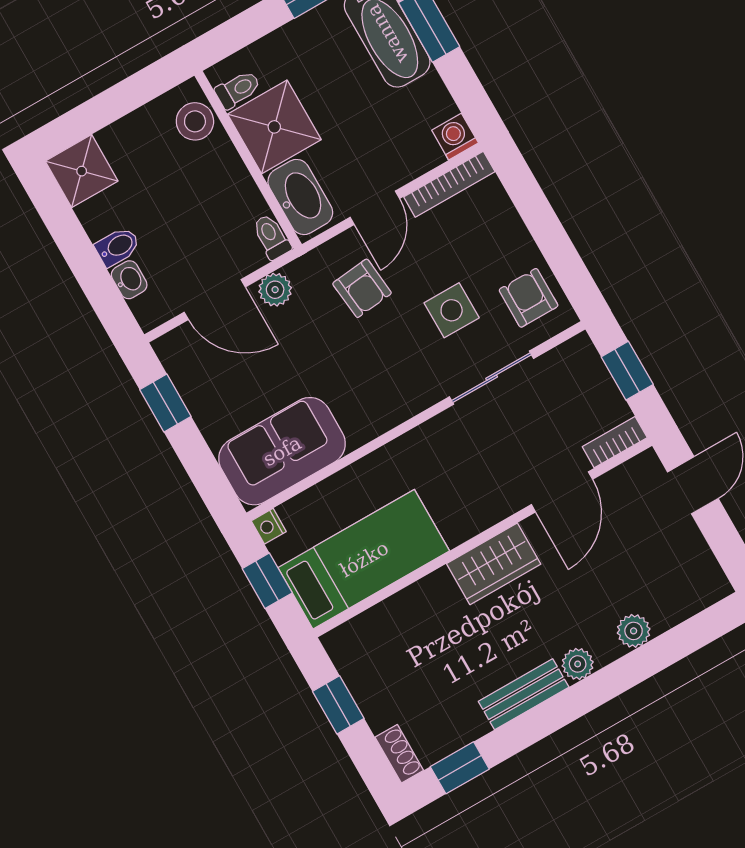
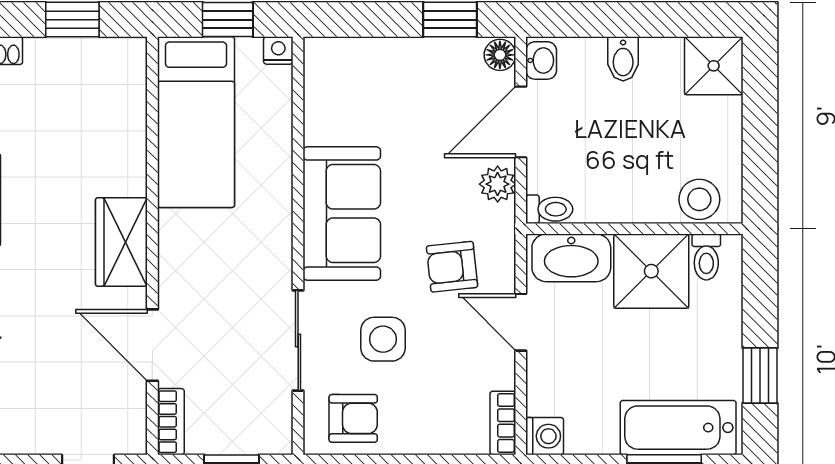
bookcase: (449, 184) -> (503, 423), width x0.64
washbasin: (129, 280) -> (541, 60), moved, turned -90
floor lamp: (171, 347) -> (500, 55), added
sofa: (282, 451) -> (342, 214), moved

